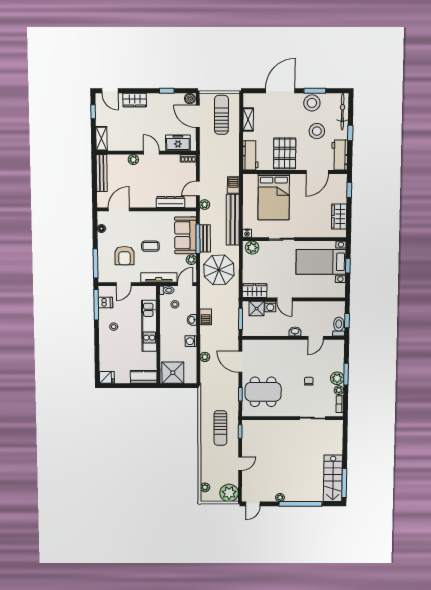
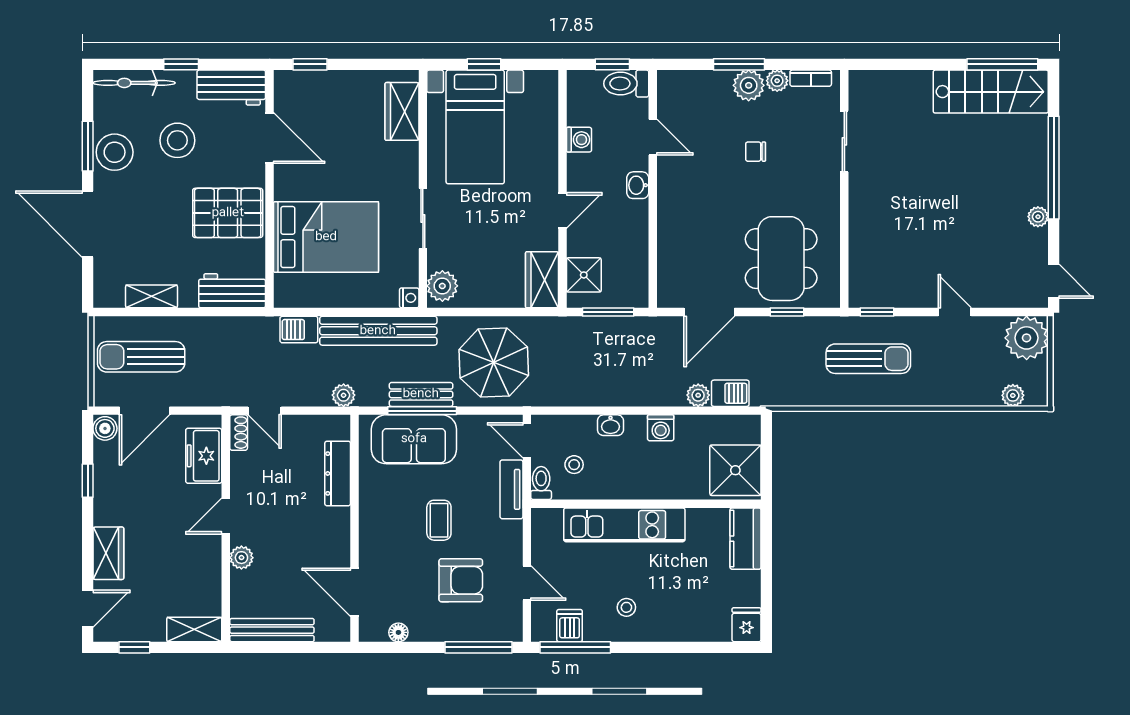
door: (198, 188) -> (265, 411), moved
wardrobe: (339, 217) -> (402, 111), moved, turned 90
plant: (191, 260) -> (470, 426), removed
tv unit: (159, 278) -> (511, 489), width x0.71
washing machine: (270, 306) -> (579, 140), moved
barbecue: (206, 317) -> (730, 393), moved

